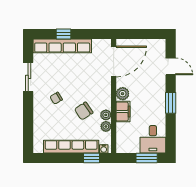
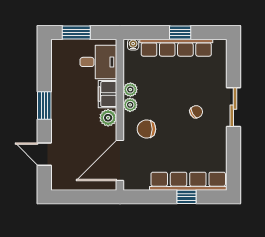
sliding door: (28, 77) -> (233, 107), moved
chair: (84, 111) -> (146, 129), moved, turned -146
plant: (106, 126) -> (130, 105), moved
desk: (153, 139) -> (98, 62), moved, turned 90
window: (91, 158) -> (180, 32), moved

